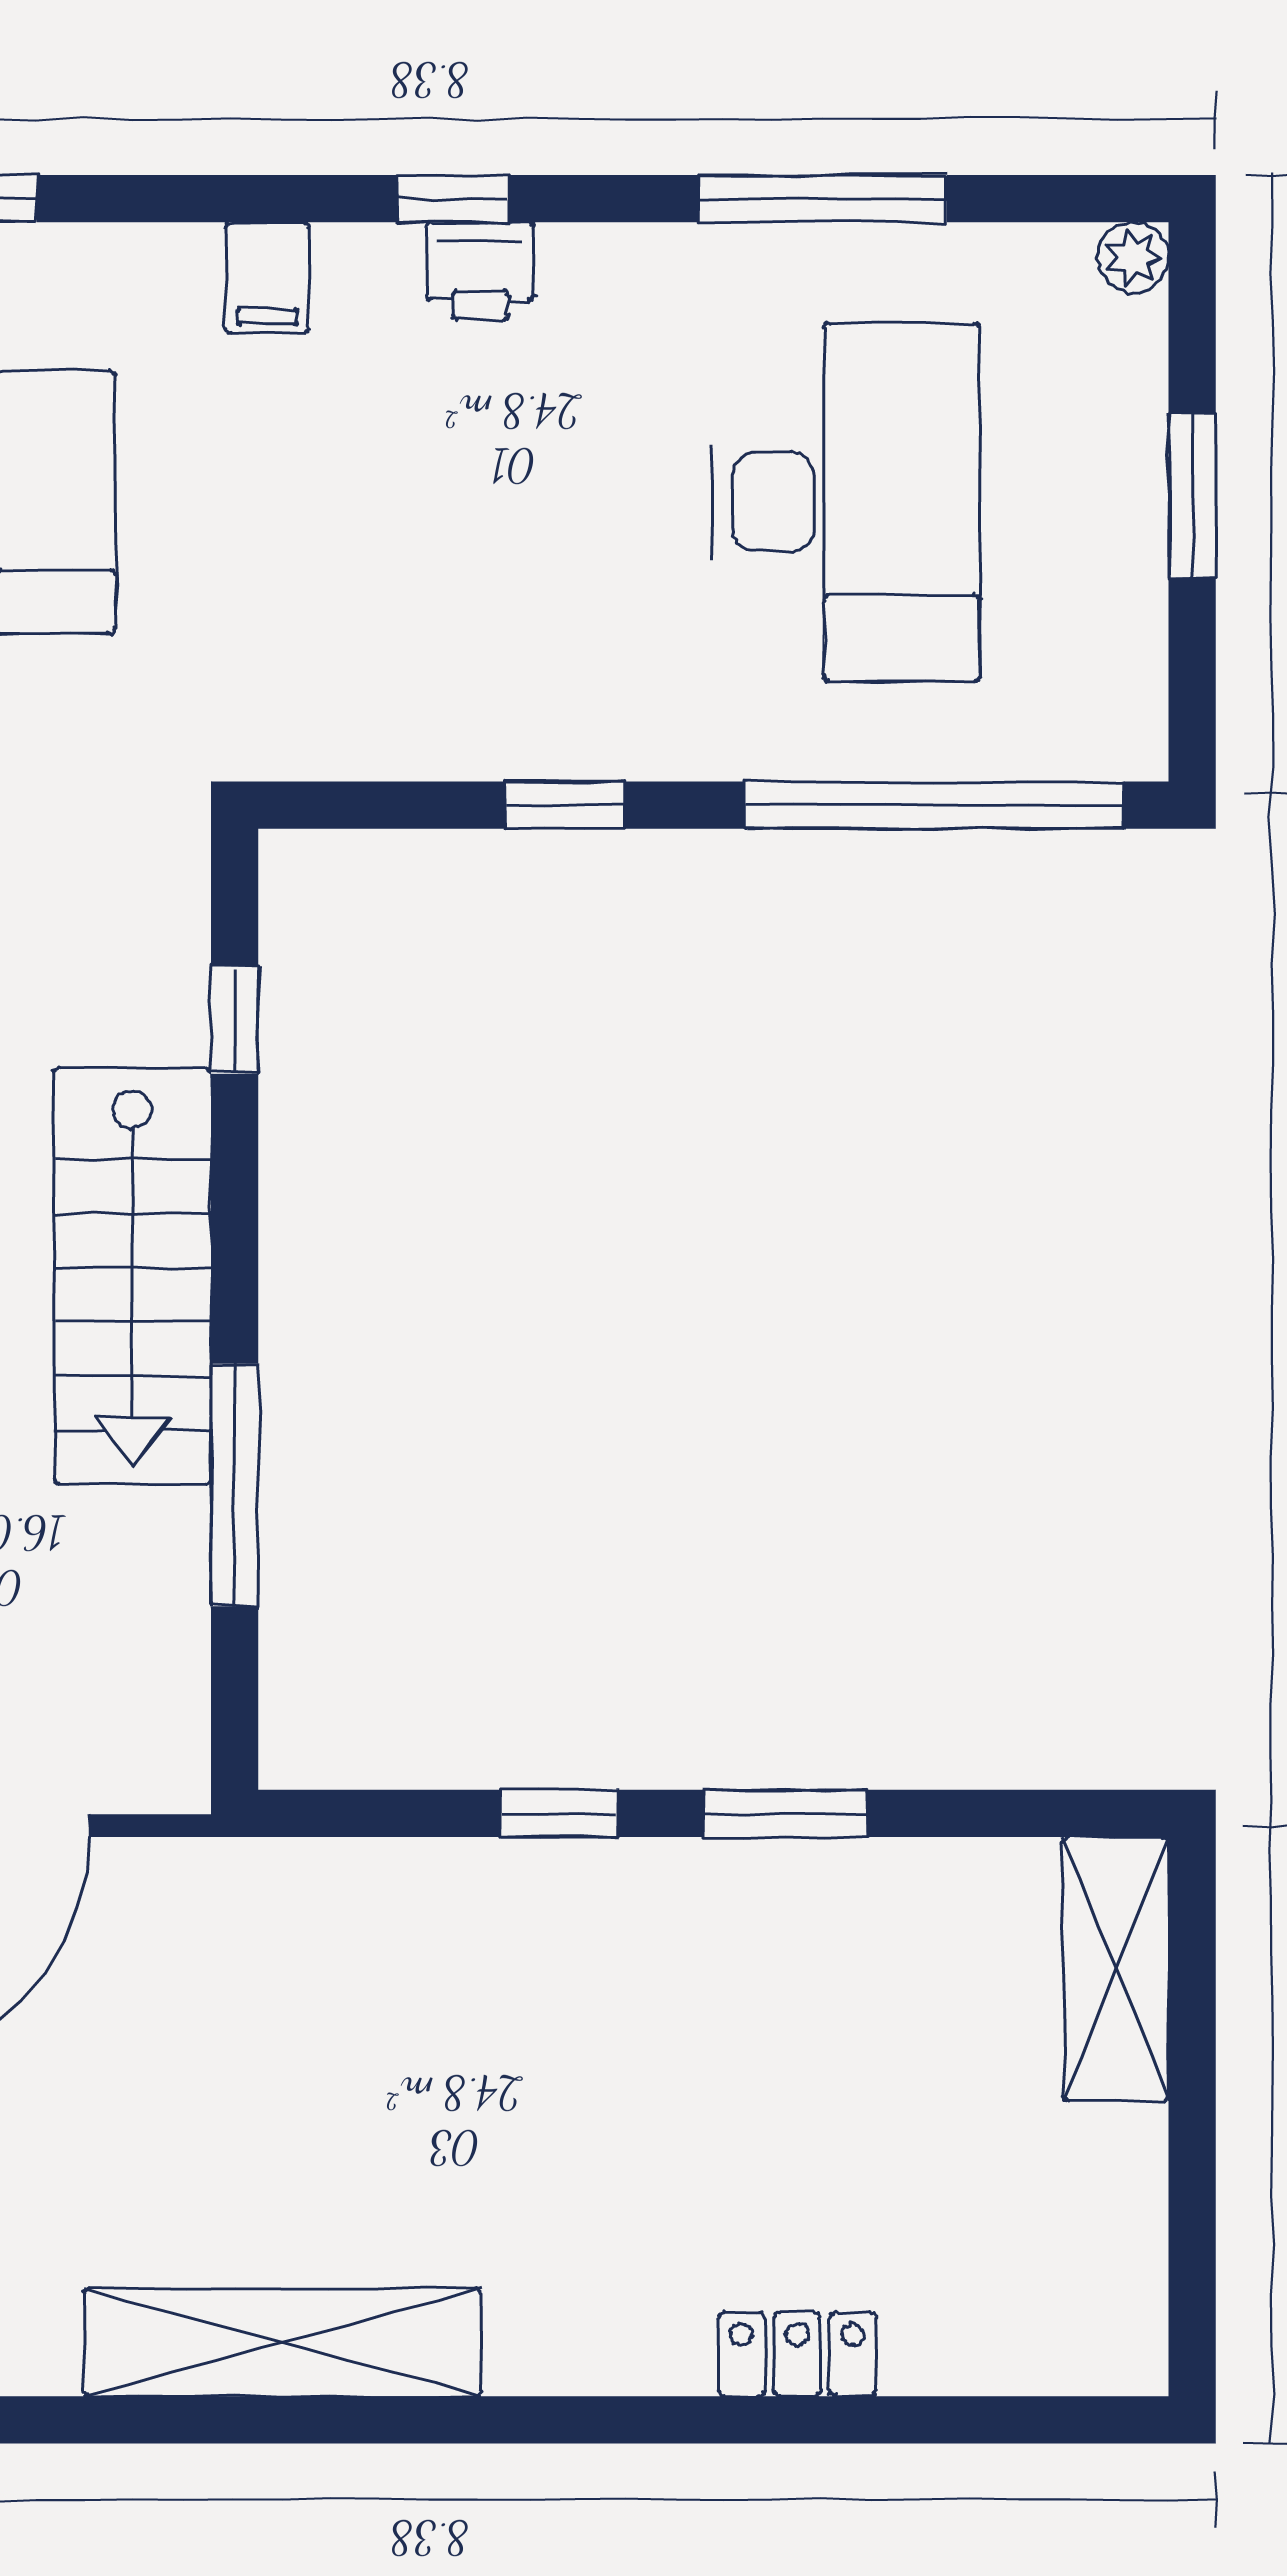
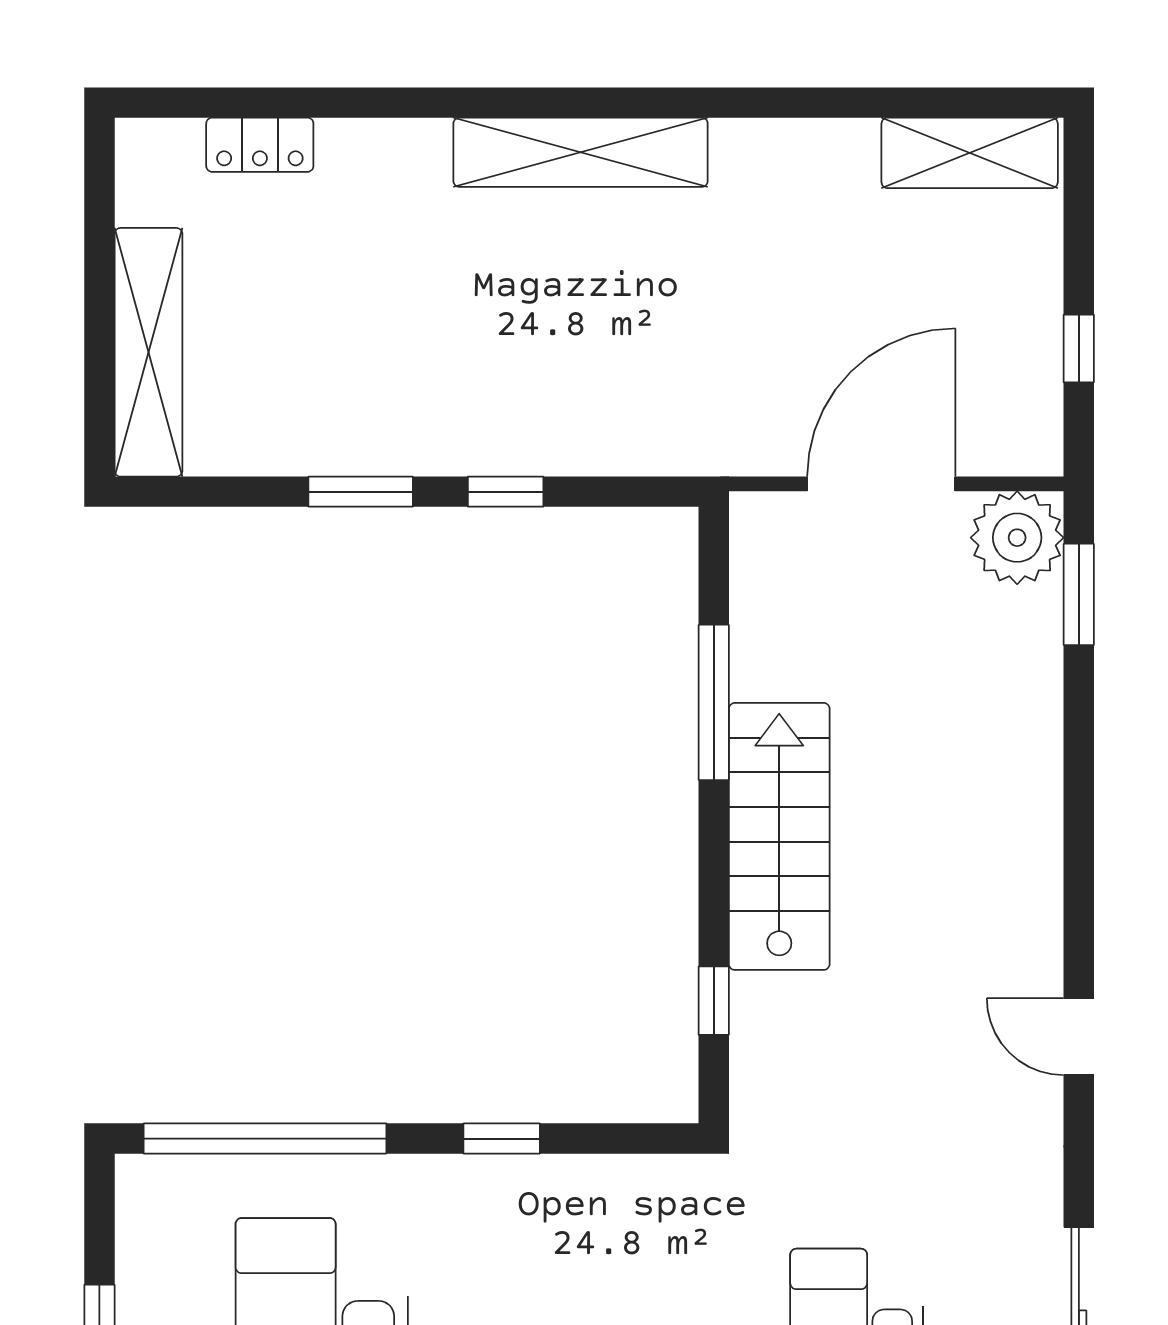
shelving: (1116, 1969) -> (148, 352), width x1.47
shelving: (283, 2342) -> (581, 152), moved
locker: (797, 2354) -> (260, 145), moved

